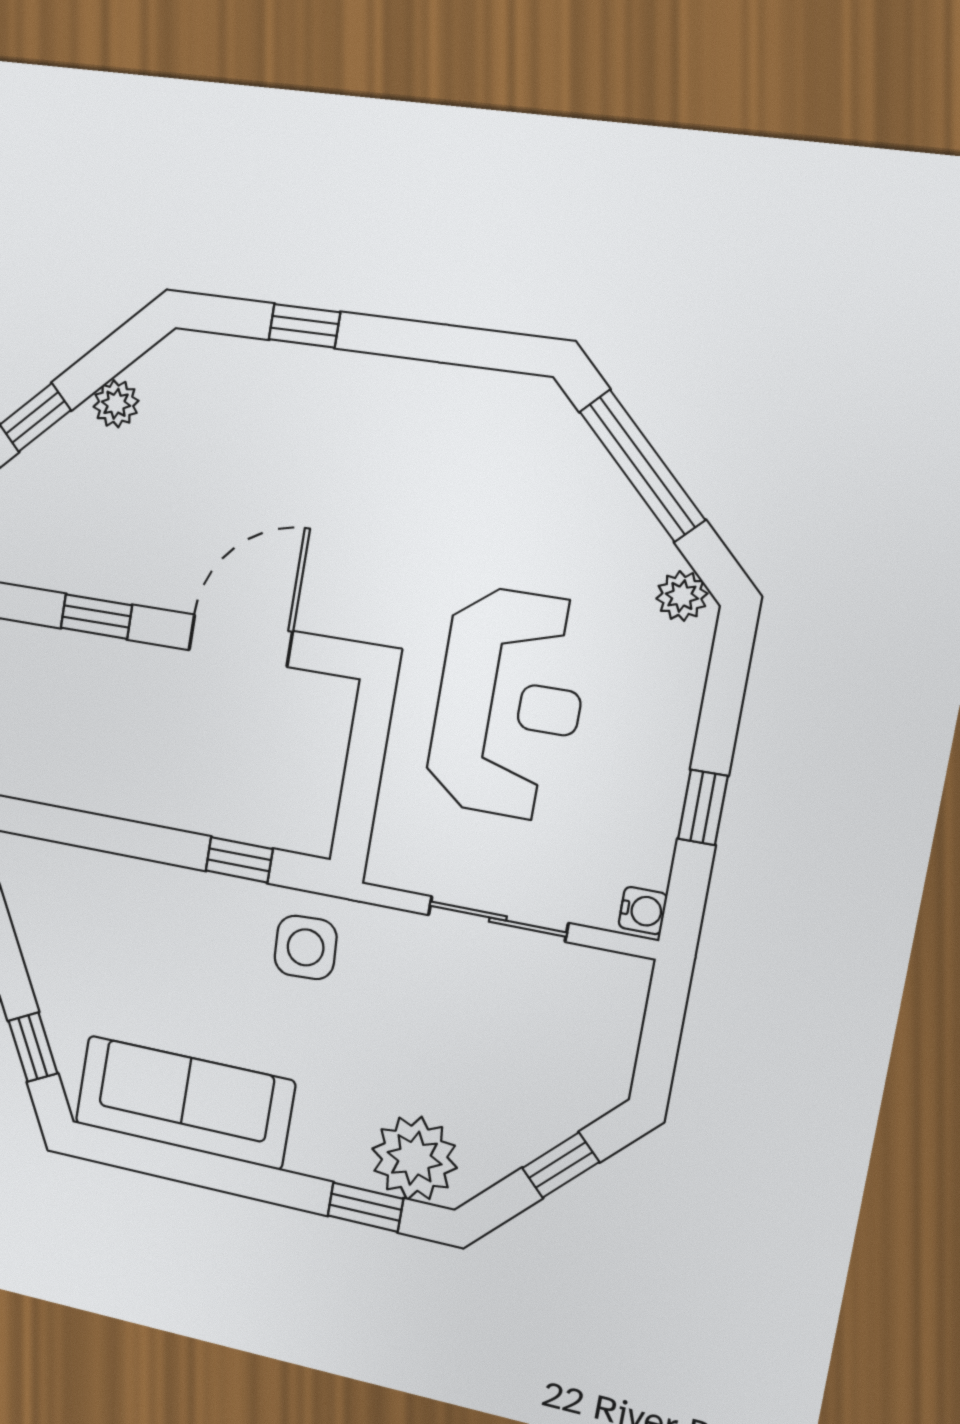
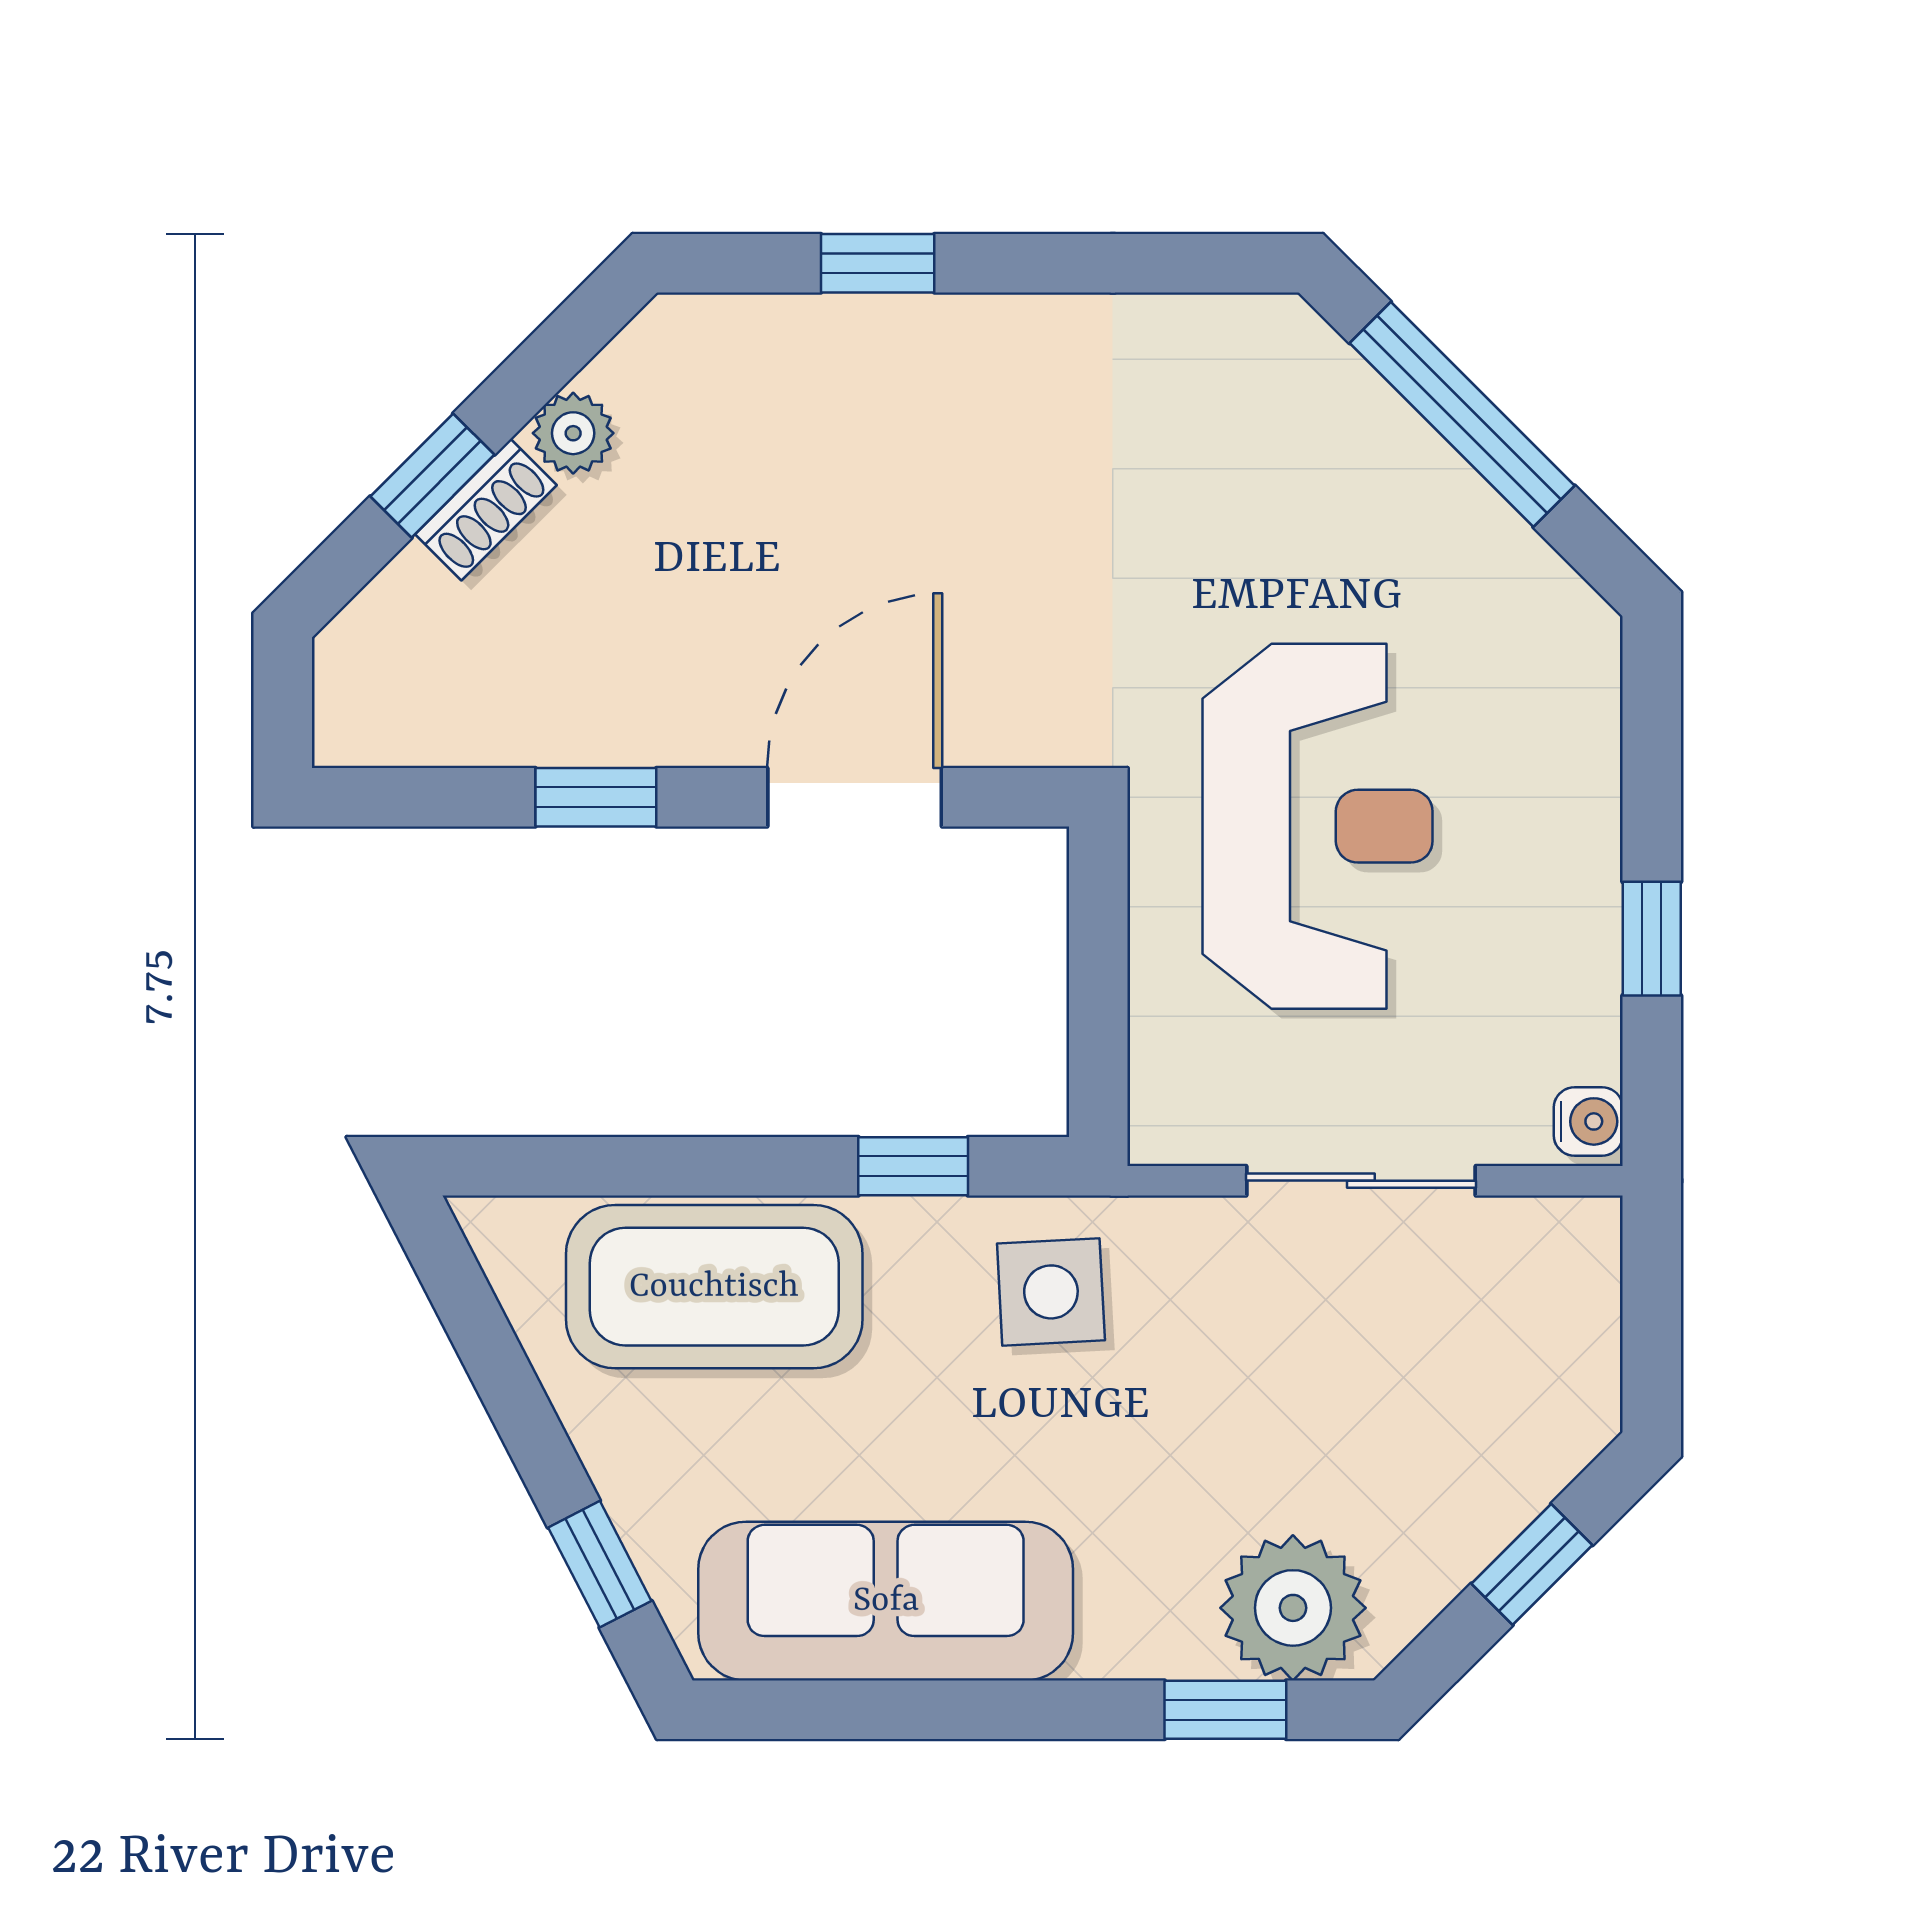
shoe rack: (61, 441) -> (486, 510), added
plant: (682, 596) -> (1560, 610), removed
coffee table: (118, 906) -> (714, 1287), added

